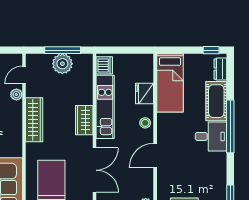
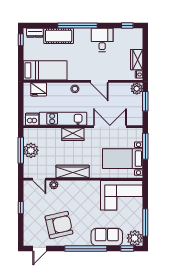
fridge: (144, 94) -> (39, 89), moved
desk: (211, 136) -> (102, 40), moved

